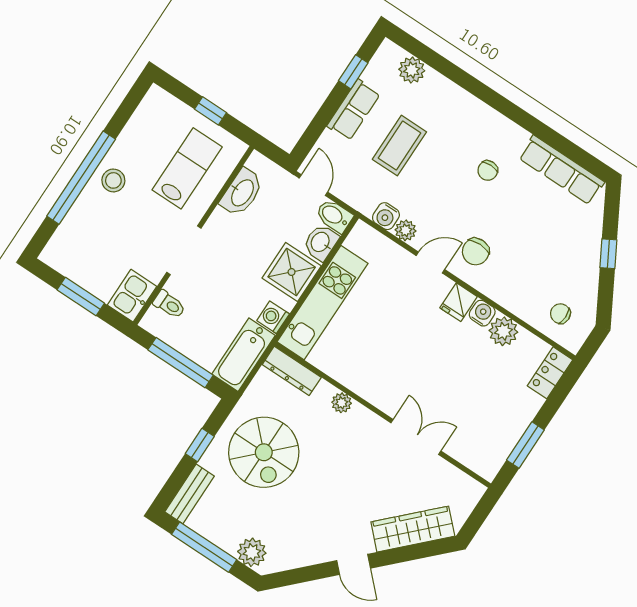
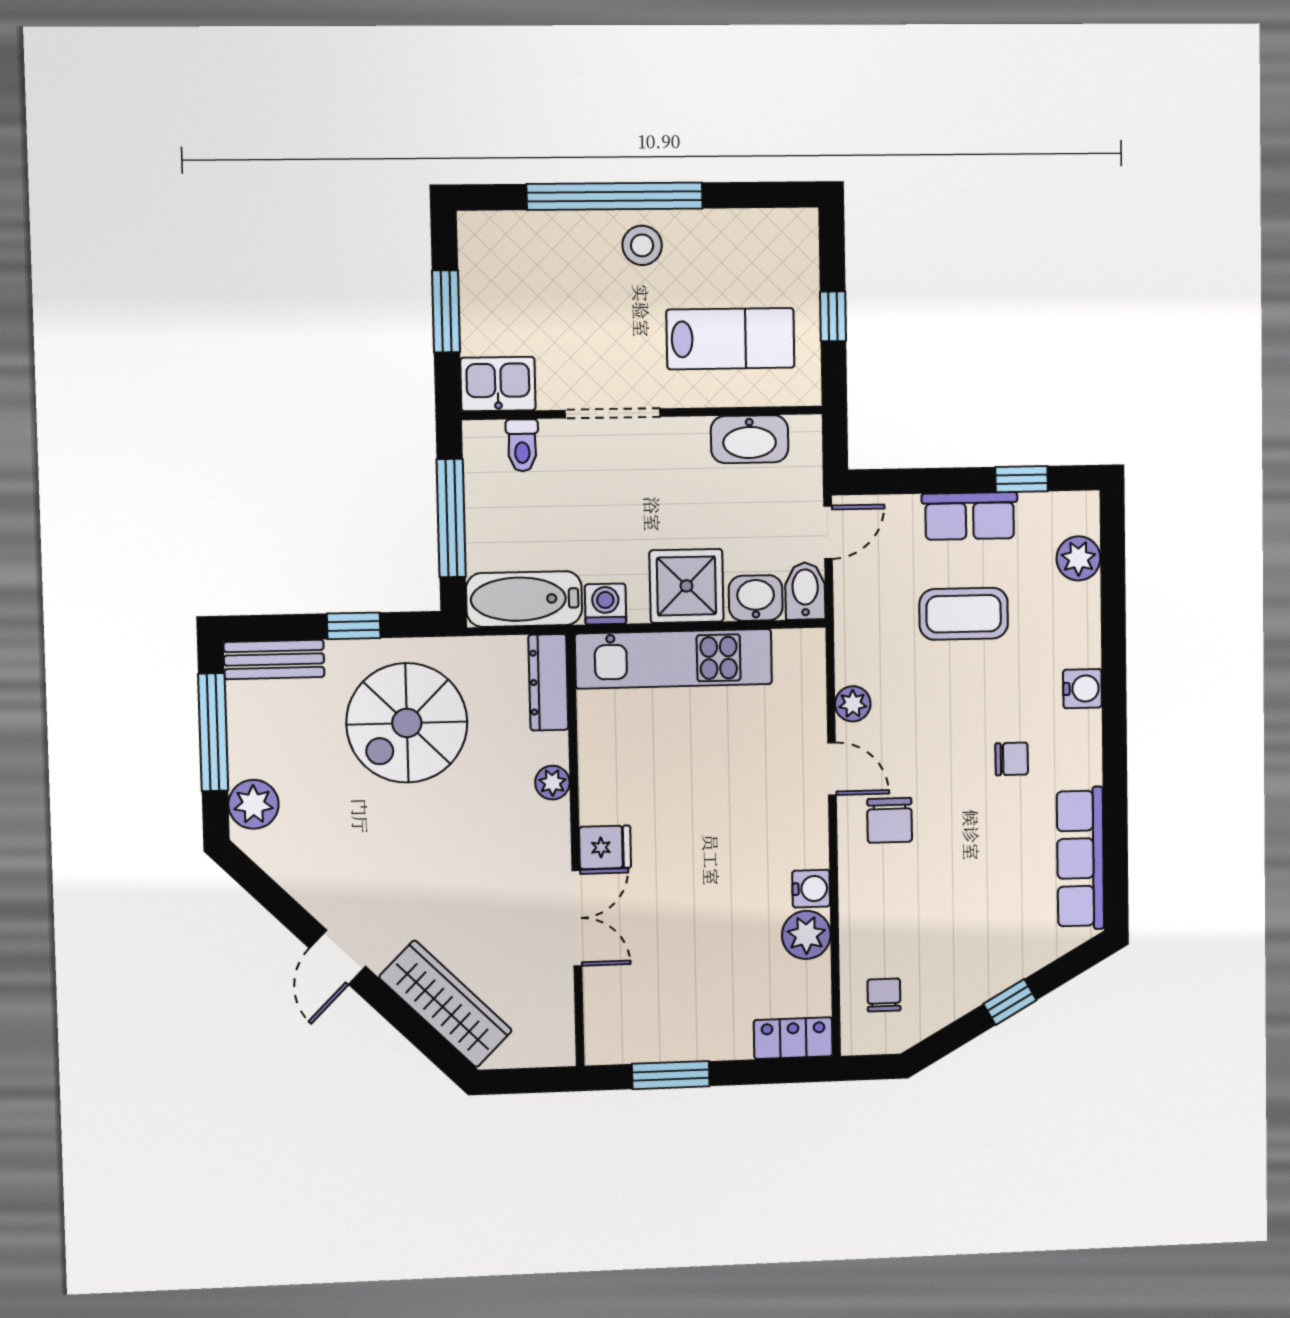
chair: (488, 171) -> (1012, 759), turned 180
water cooler: (386, 216) -> (1082, 689), moved, turned 180
chair: (476, 252) -> (890, 820), turned -90
fridge: (459, 302) -> (605, 847), moved, turned 180

